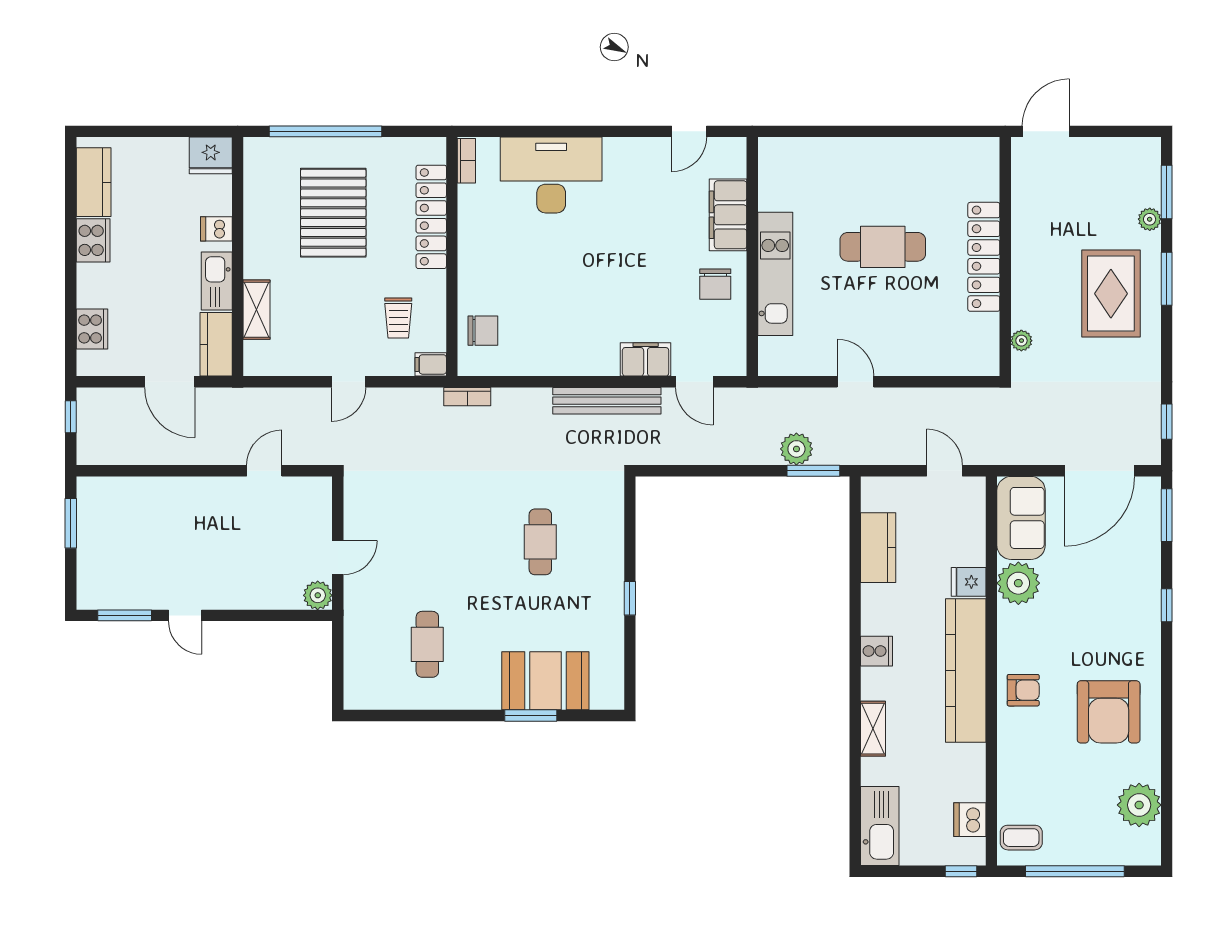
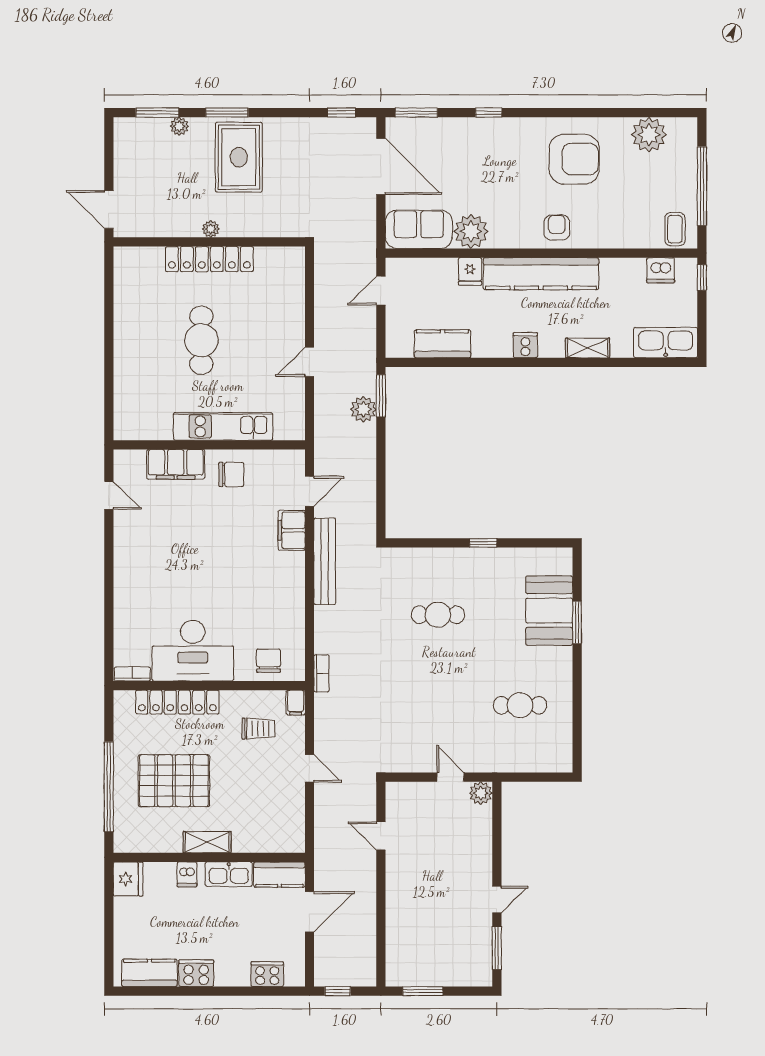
desk: (551, 175) -> (193, 651), moved, turned -90
rug: (1111, 294) -> (239, 157), turned 90
shelving: (257, 310) -> (207, 842), moved
plant: (1021, 341) -> (211, 229), moved

